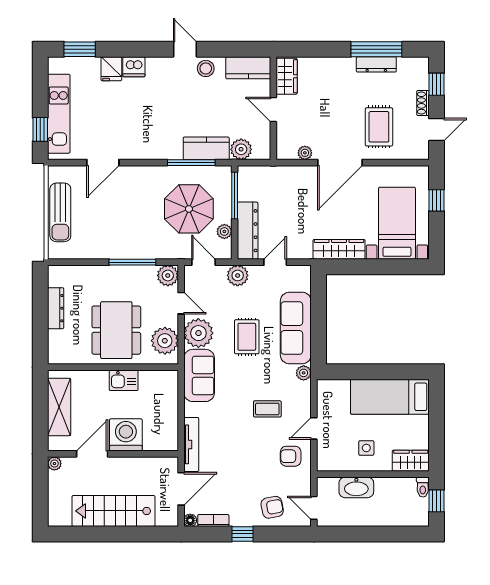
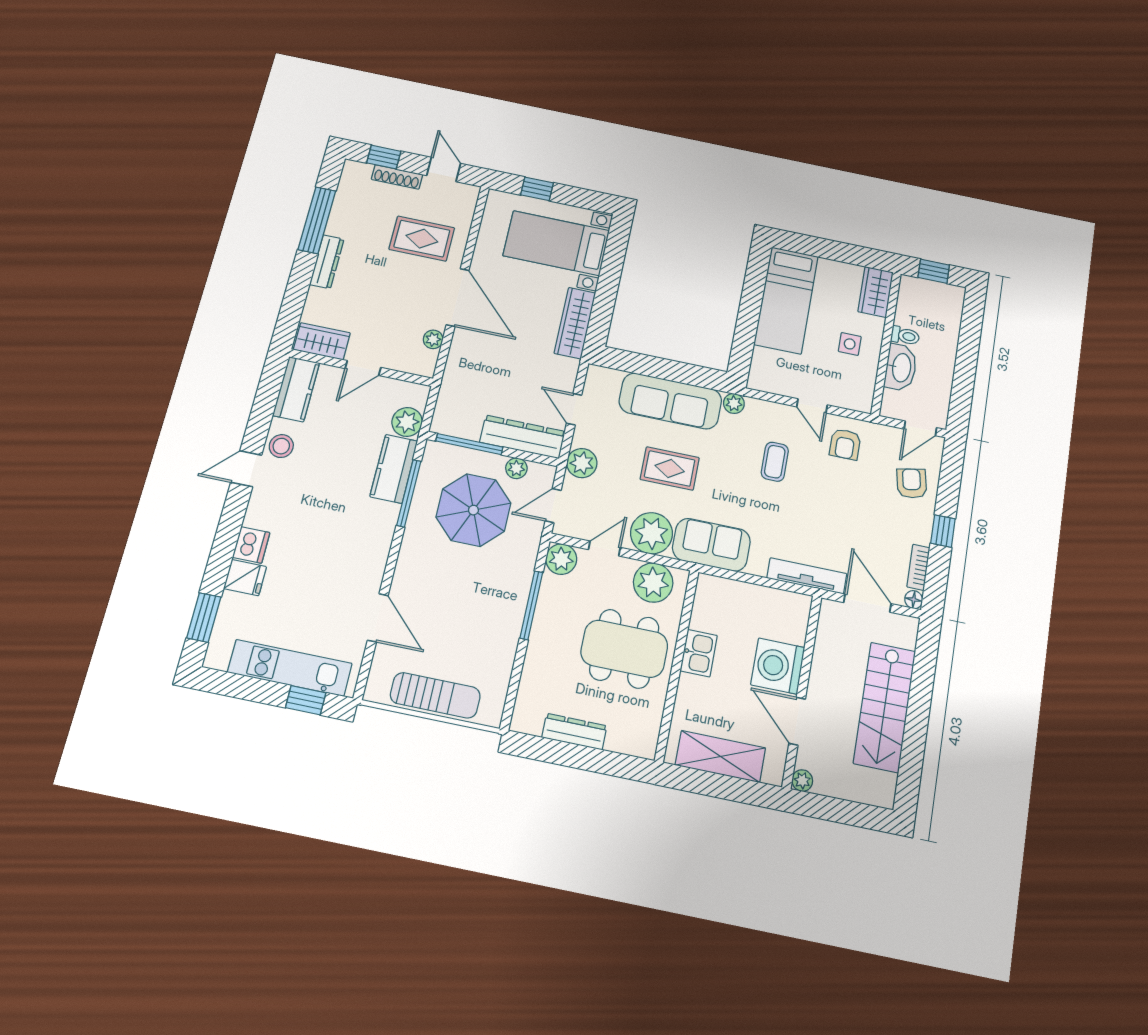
dresser: (376, 64) -> (327, 262), moved
shoe rack: (423, 103) -> (397, 177), width x1.43
toilet: (423, 487) -> (905, 336), moved

